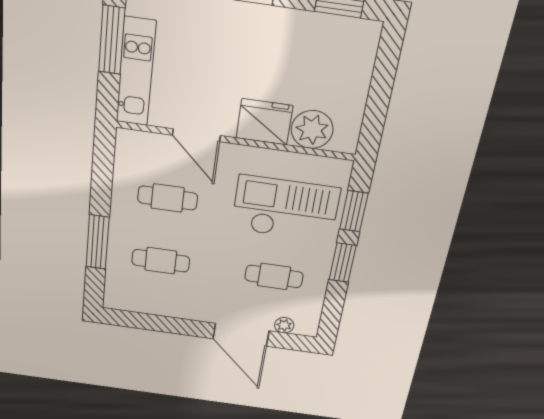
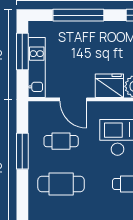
window: (98, 242) -> (22, 151), moved
cafe table: (161, 261) -> (61, 184), width x1.37, depth x1.35

